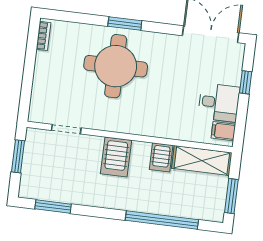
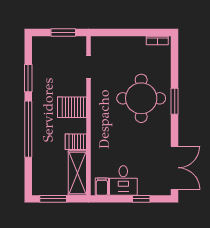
window: (53, 206) -> (28, 78), moved
window: (162, 220) -> (28, 129), moved

